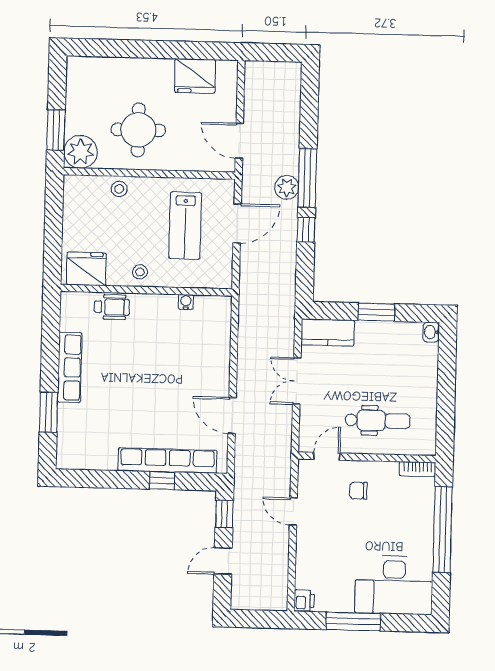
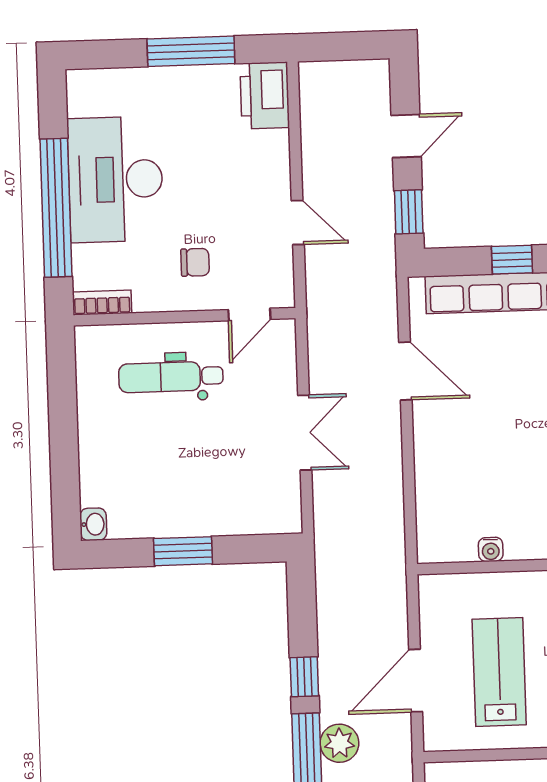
kitchen counter: (328, 333) -> (260, 514), removed
desk: (394, 585) -> (115, 179), moved, turned -90
printer: (304, 601) -> (265, 96), width x1.87, depth x1.48

